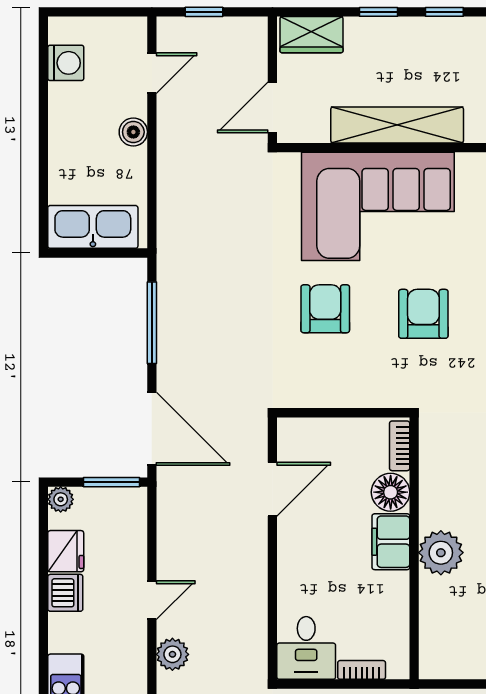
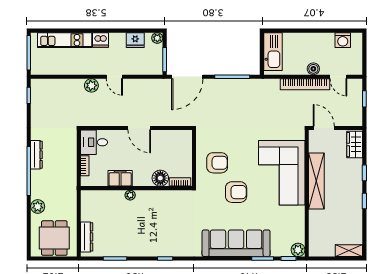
bookcase: (170, 152) -> (305, 84), added
armchair: (325, 309) -> (217, 163), moved
door: (272, 489) -> (139, 128), moved
filing cabinet: (391, 542) -> (120, 178), moved
plant: (441, 553) -> (130, 195), width x0.53, depth x0.53
dishwasher: (65, 593) -> (100, 40), moved

